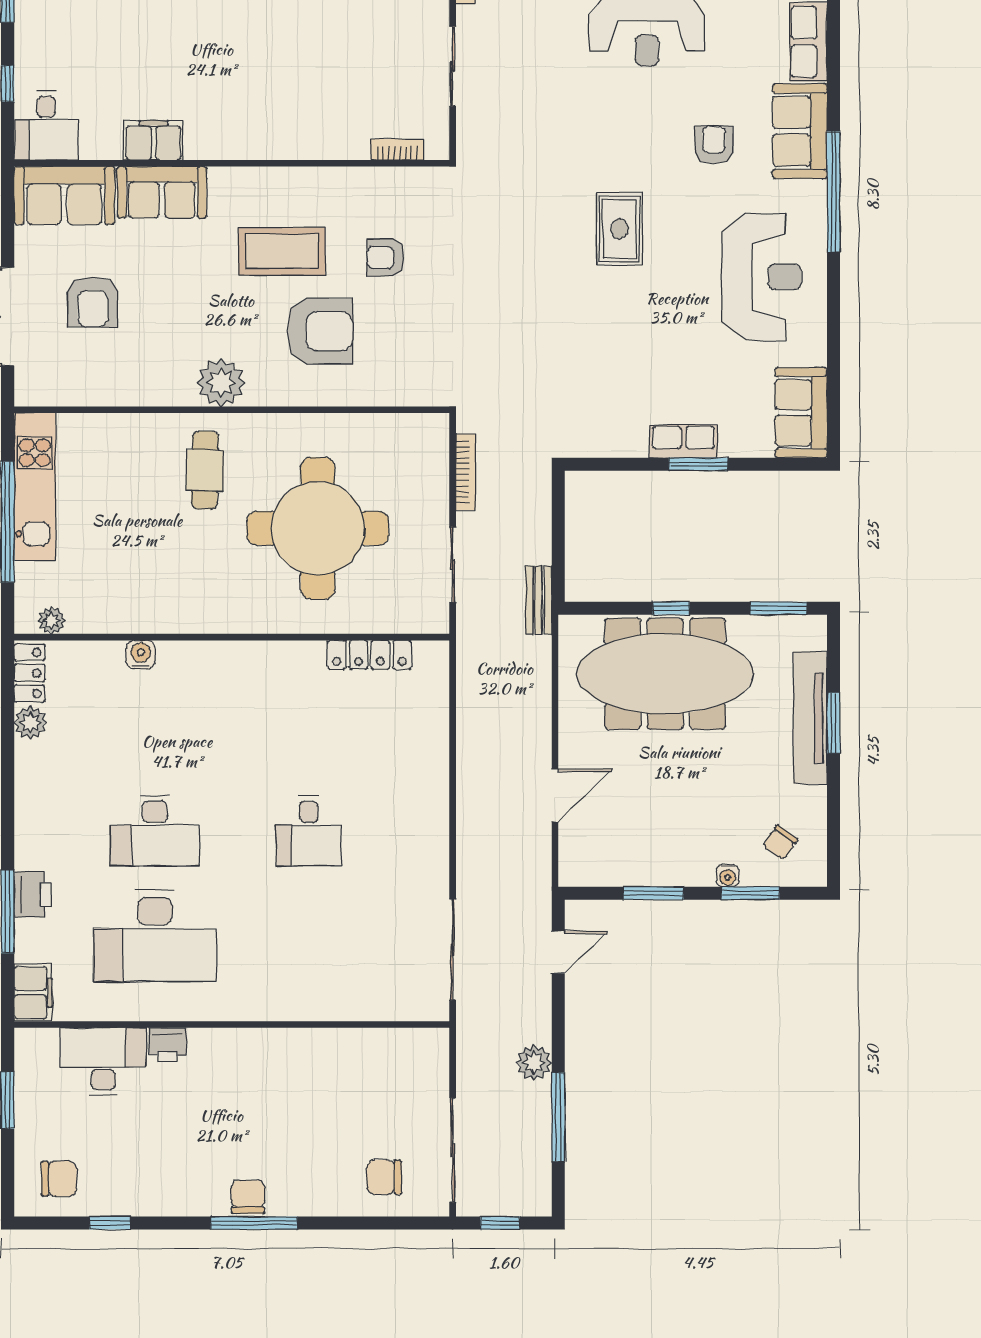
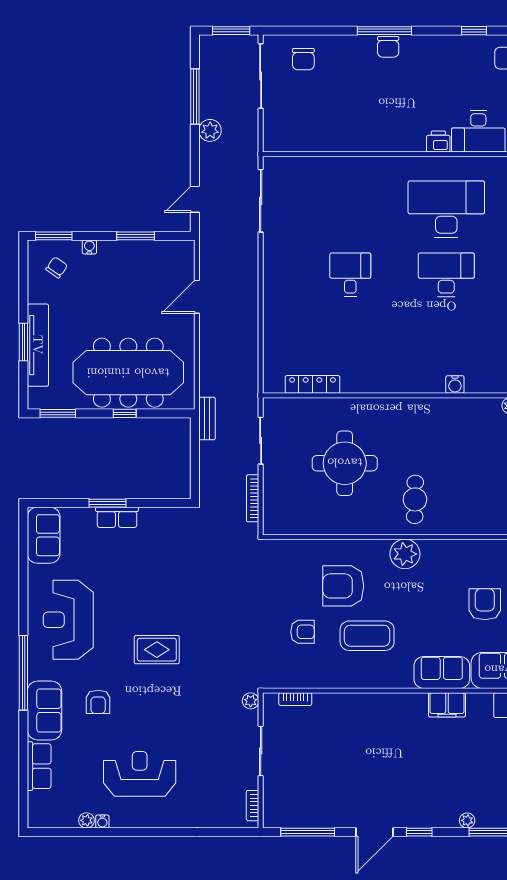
plant: (469, 147) -> (251, 701), added
rug: (619, 229) -> (157, 650), turned 90
round table: (318, 528) -> (345, 463), width x0.73, depth x0.73
window: (750, 893) -> (54, 236), moved
chair: (384, 1177) -> (303, 59), turned 90
window: (500, 1223) -> (231, 31), width x1.50

